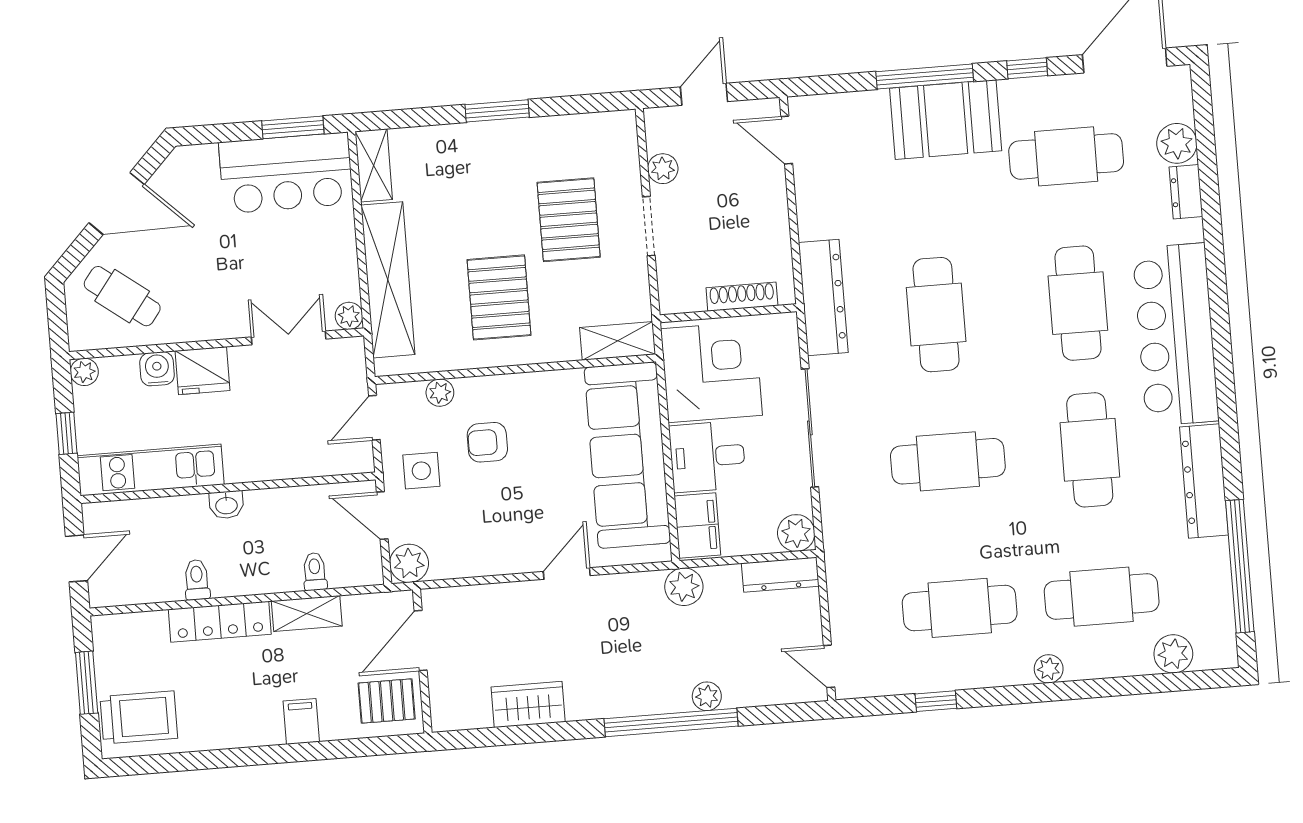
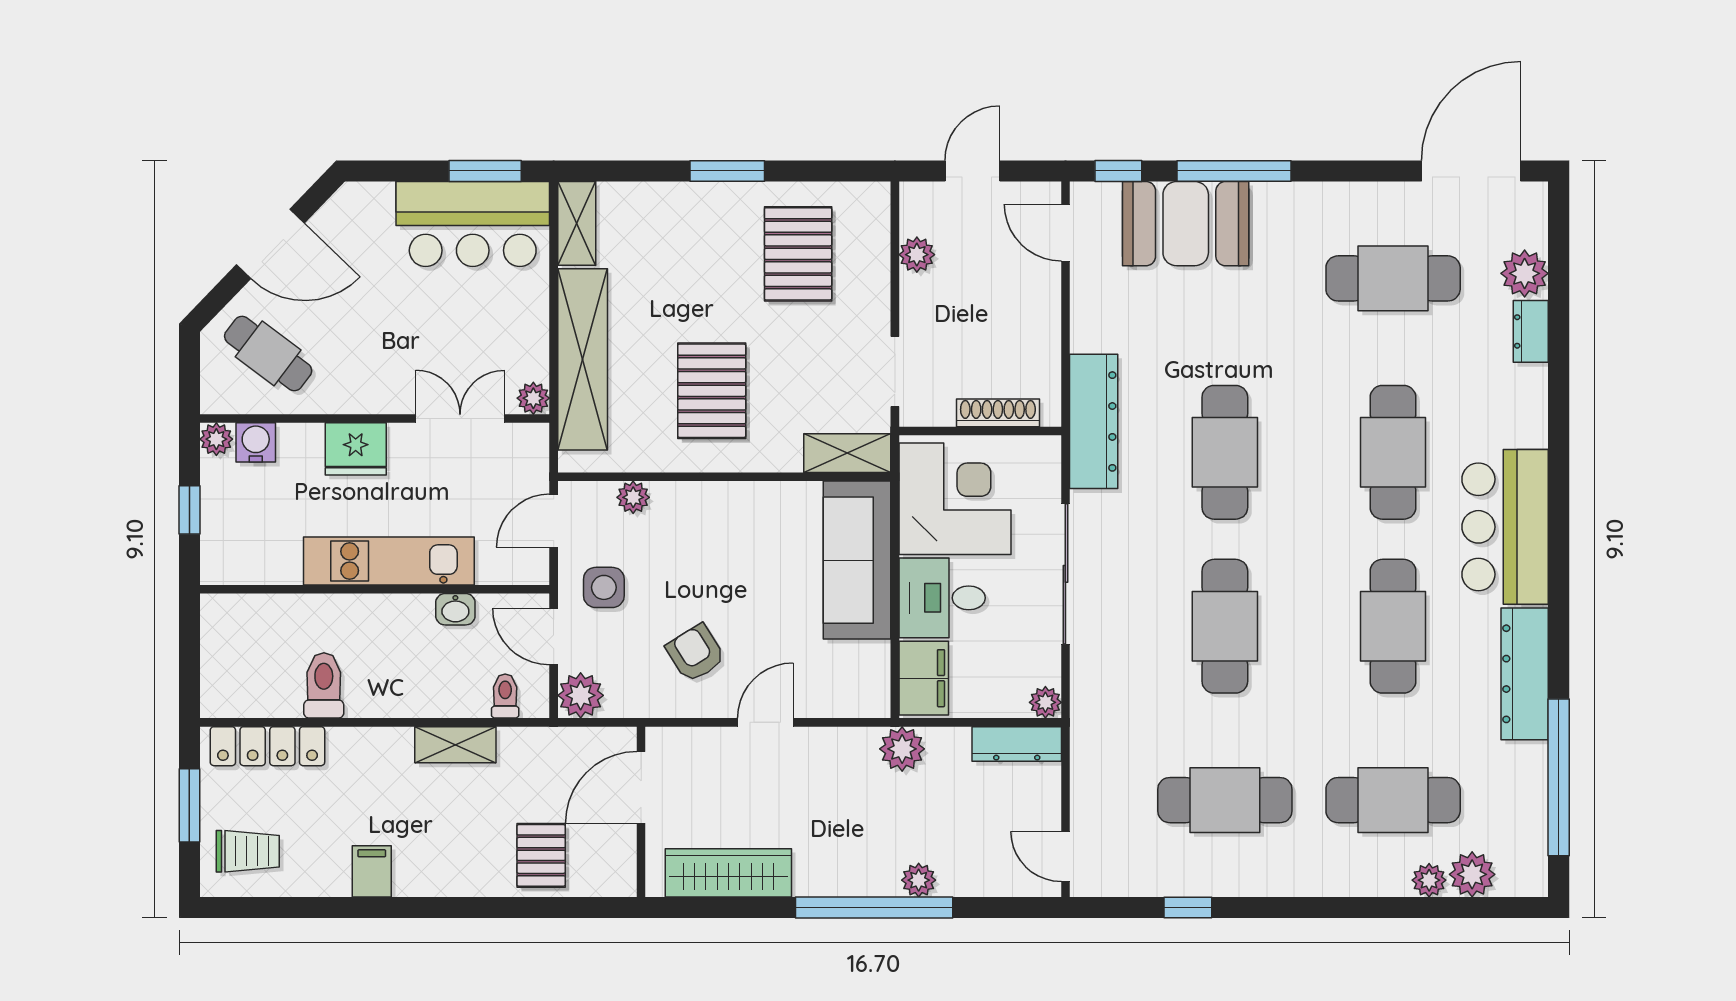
window: (1027, 68) -> (1118, 171), moved
booth: (946, 120) -> (1186, 224), moved
pallet: (569, 220) -> (798, 254), moved
doorway: (649, 226) -> (895, 371), moved
bar counter: (1176, 335) -> (1505, 527), width x0.73
water cooler: (157, 369) -> (256, 442), moved
armchair: (487, 442) -> (696, 653), moved, turned 58
sofa: (627, 455) -> (857, 560), width x0.74, depth x0.79
cafe table: (948, 461) -> (1225, 626), turned 90
kitchen unit: (151, 470) -> (389, 561), moved
washbasin: (226, 505) -> (455, 609), moved
plant: (796, 533) -> (1045, 702), width x0.73, depth x0.73
door: (77, 558) -> (189, 658), removed
toilet: (315, 572) -> (505, 696), moved
toilet: (197, 580) -> (324, 685), width x1.37, depth x1.39
locker: (220, 622) -> (267, 746), moved
door: (421, 640) -> (641, 787), moved
wall: (422, 661) -> (641, 812), moved
plant: (1049, 669) -> (1429, 880), moved
pallet: (387, 701) -> (541, 855), turned 90
wardrobe: (528, 704) -> (728, 873), width x1.50
trolley: (139, 717) -> (248, 851), width x0.73, depth x0.72
filing cabinet: (301, 721) -> (372, 871), moved

